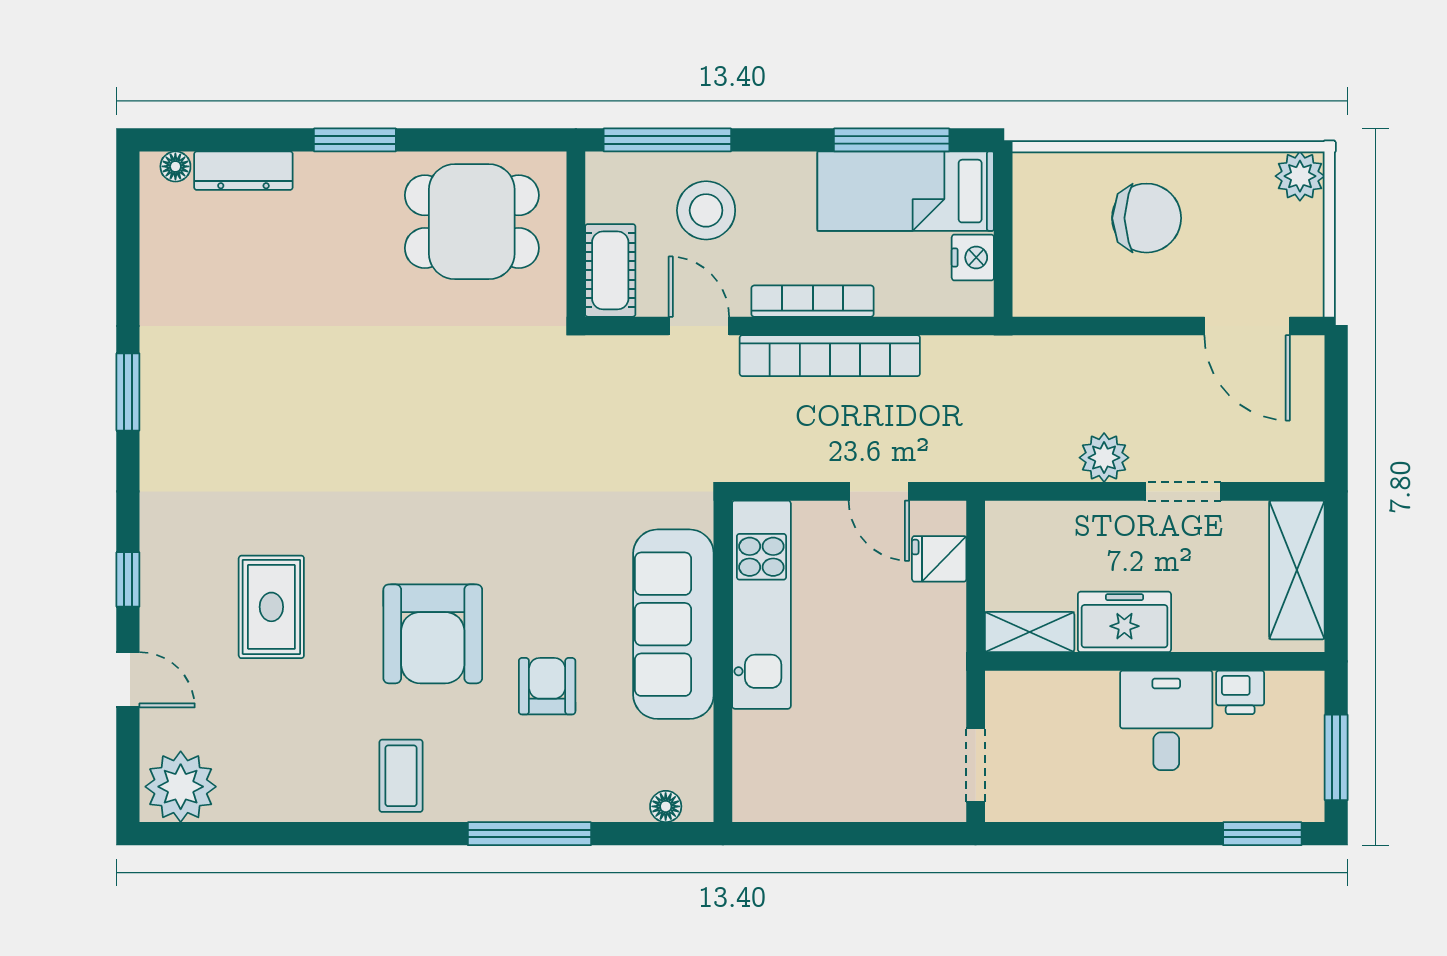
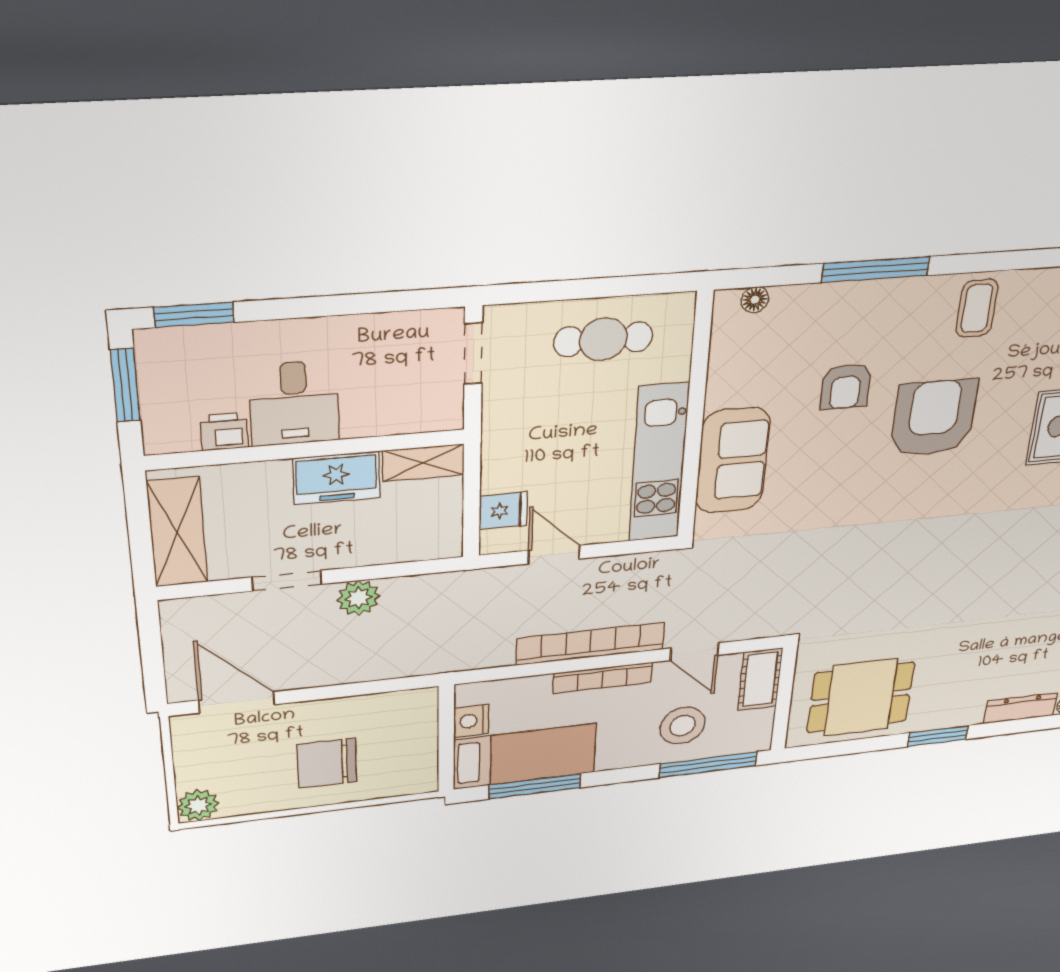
sofa: (673, 624) -> (733, 461), width x0.73
cafe table: (834, 771) -> (603, 339), added

